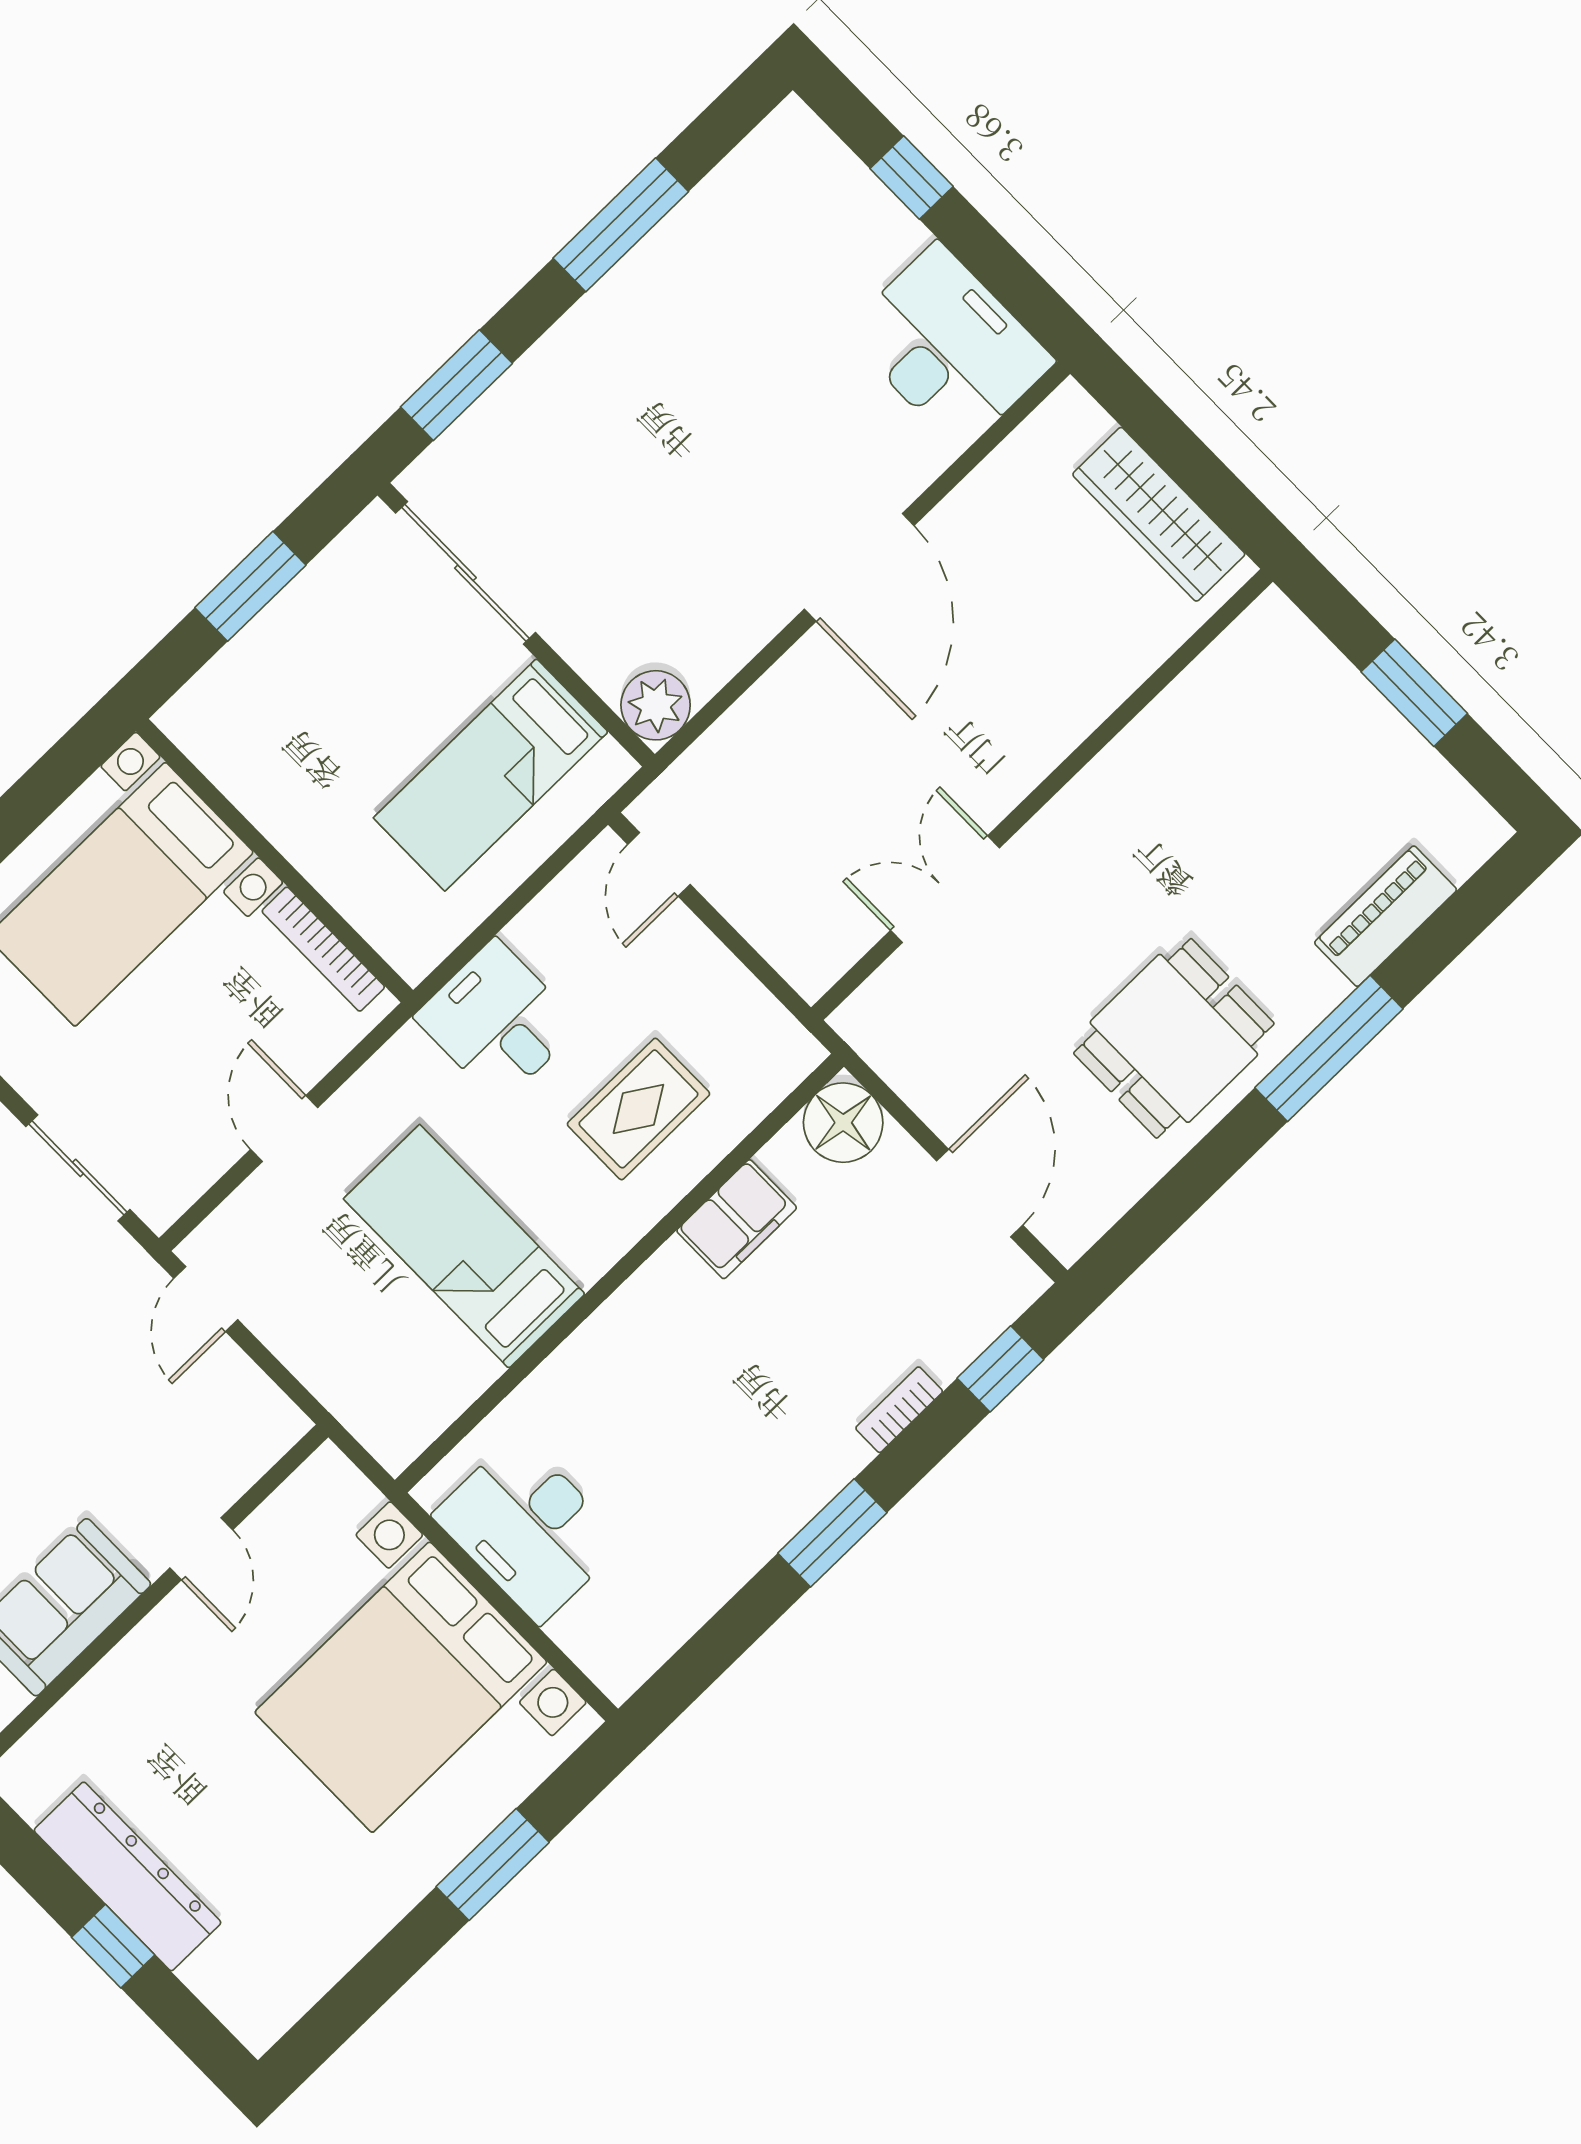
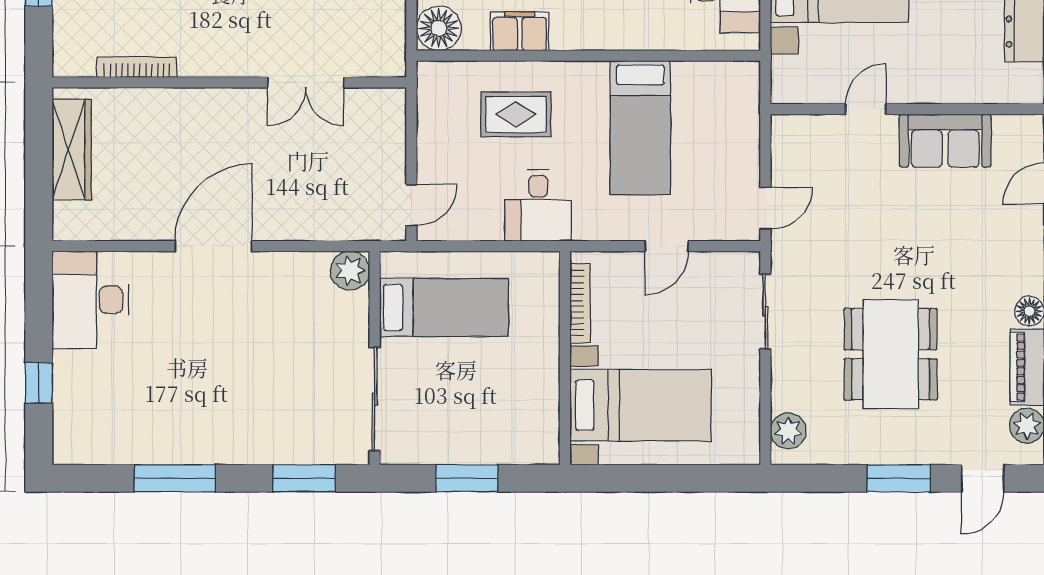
bookcase: (1178, 700) -> (137, 67), added

